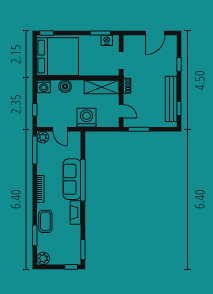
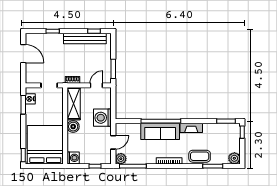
boiler: (65, 86) -> (73, 127), moved

